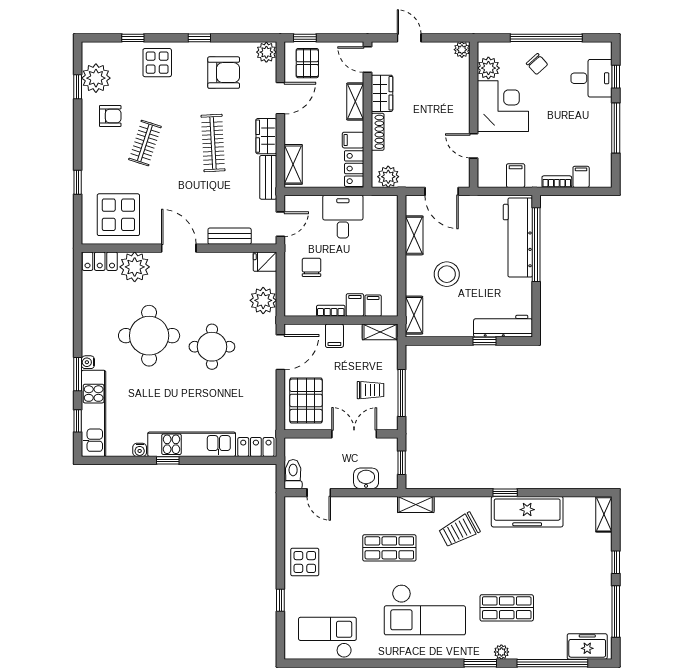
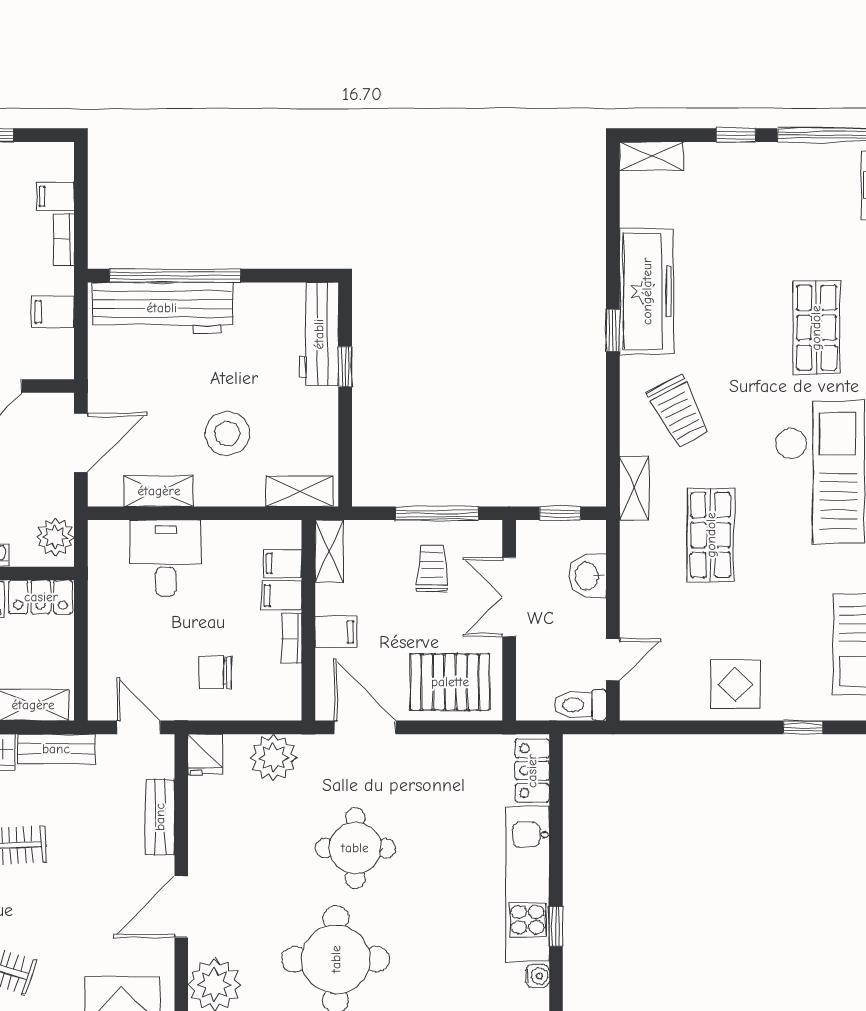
desk: (343, 217) -> (166, 558), moved, turned 90

